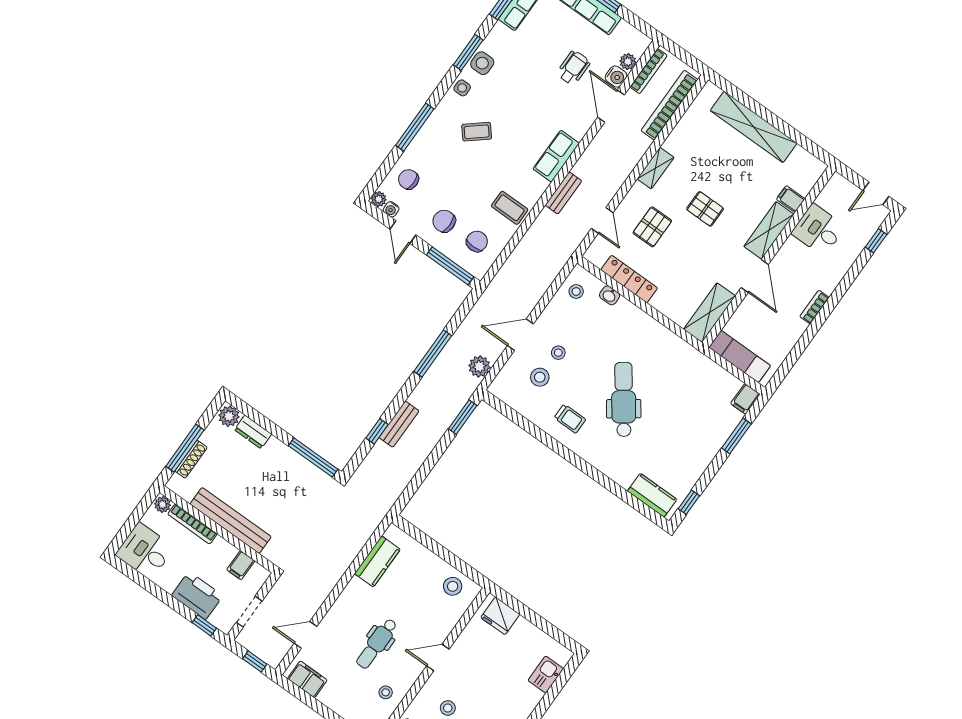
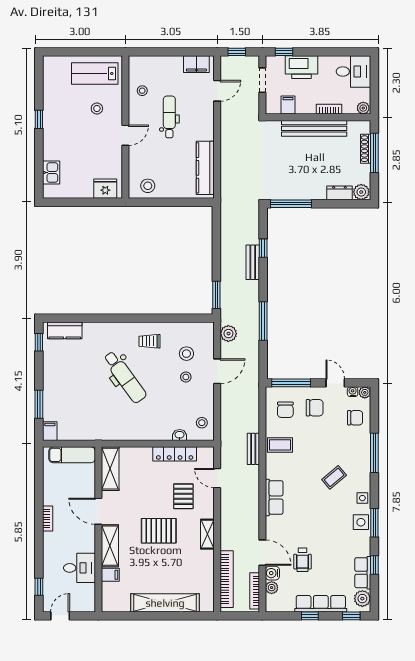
bench: (563, 193) -> (253, 449), moved
pallet: (705, 209) -> (159, 531), width x1.50, depth x1.42
bookcase: (192, 524) -> (329, 109), width x0.64
kitchen counter: (377, 561) -> (205, 168), width x1.50

